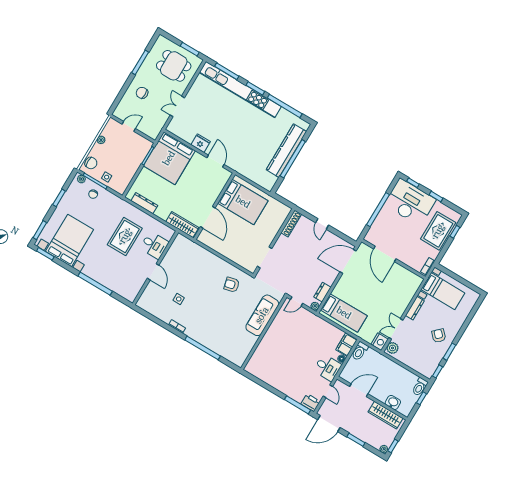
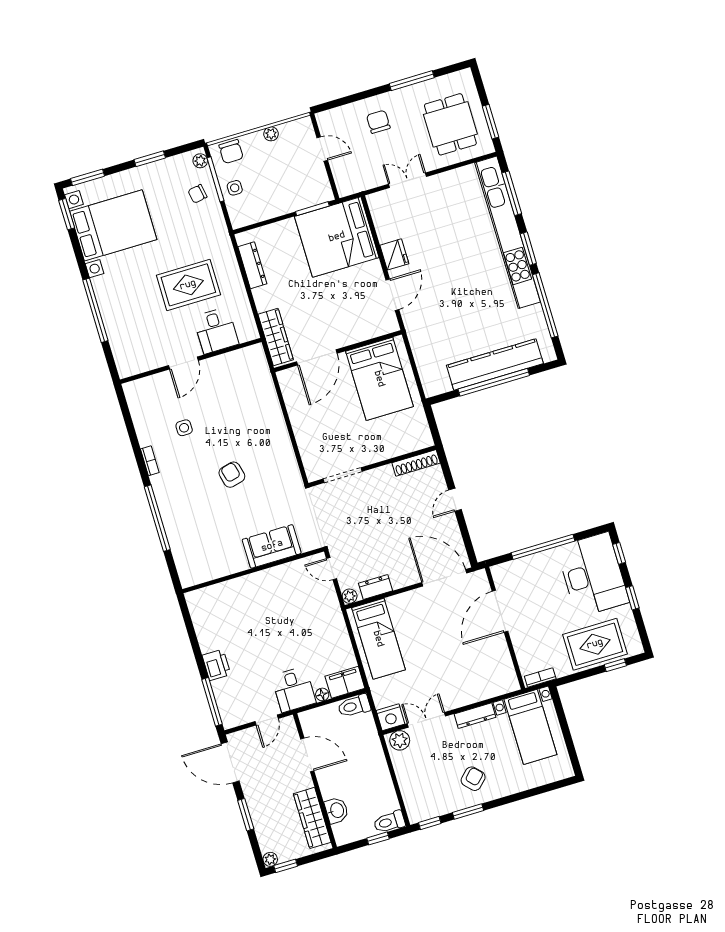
armchair: (232, 285) -> (232, 475), moved
sofa: (262, 315) -> (272, 546), width x0.73
printer: (311, 403) -> (216, 665), moved

